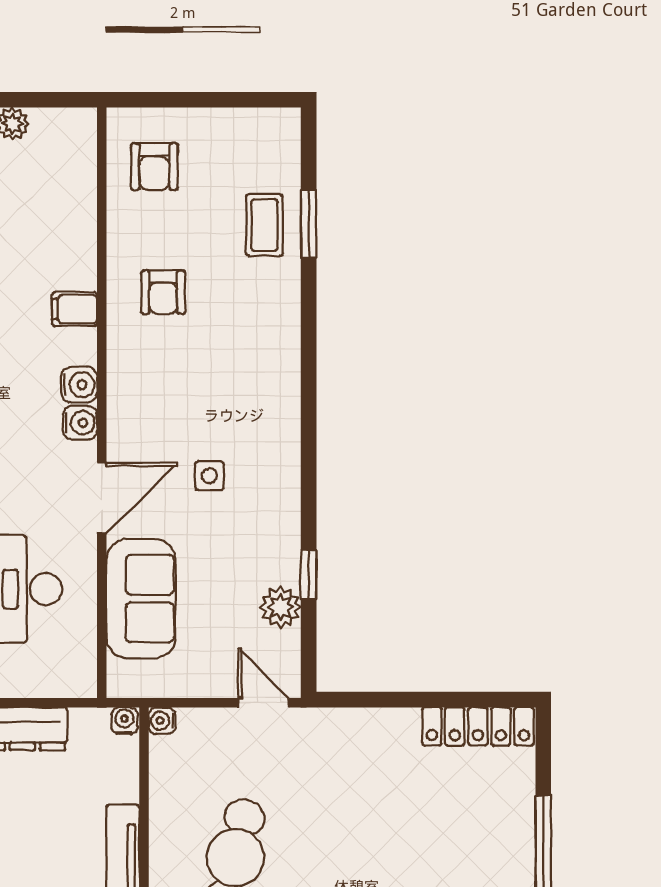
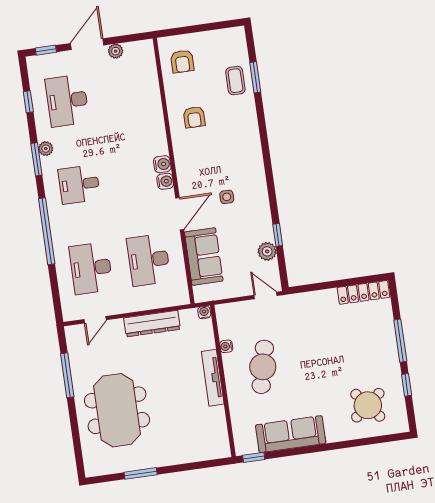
filing cabinet: (74, 309) -> (155, 131), removed
water cooler: (162, 721) -> (226, 346), moved

